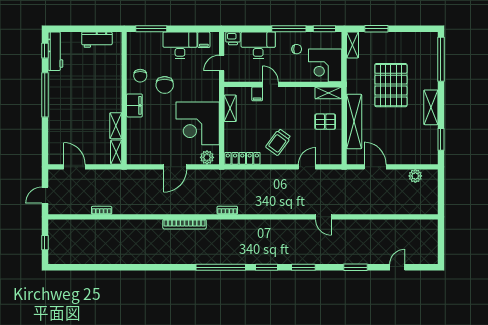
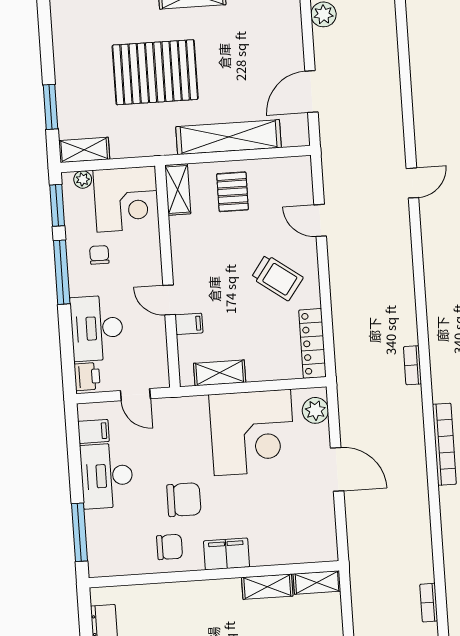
plant: (337, 43) -> (83, 179), added
door: (270, 84) -> (169, 300), hinge flipped

